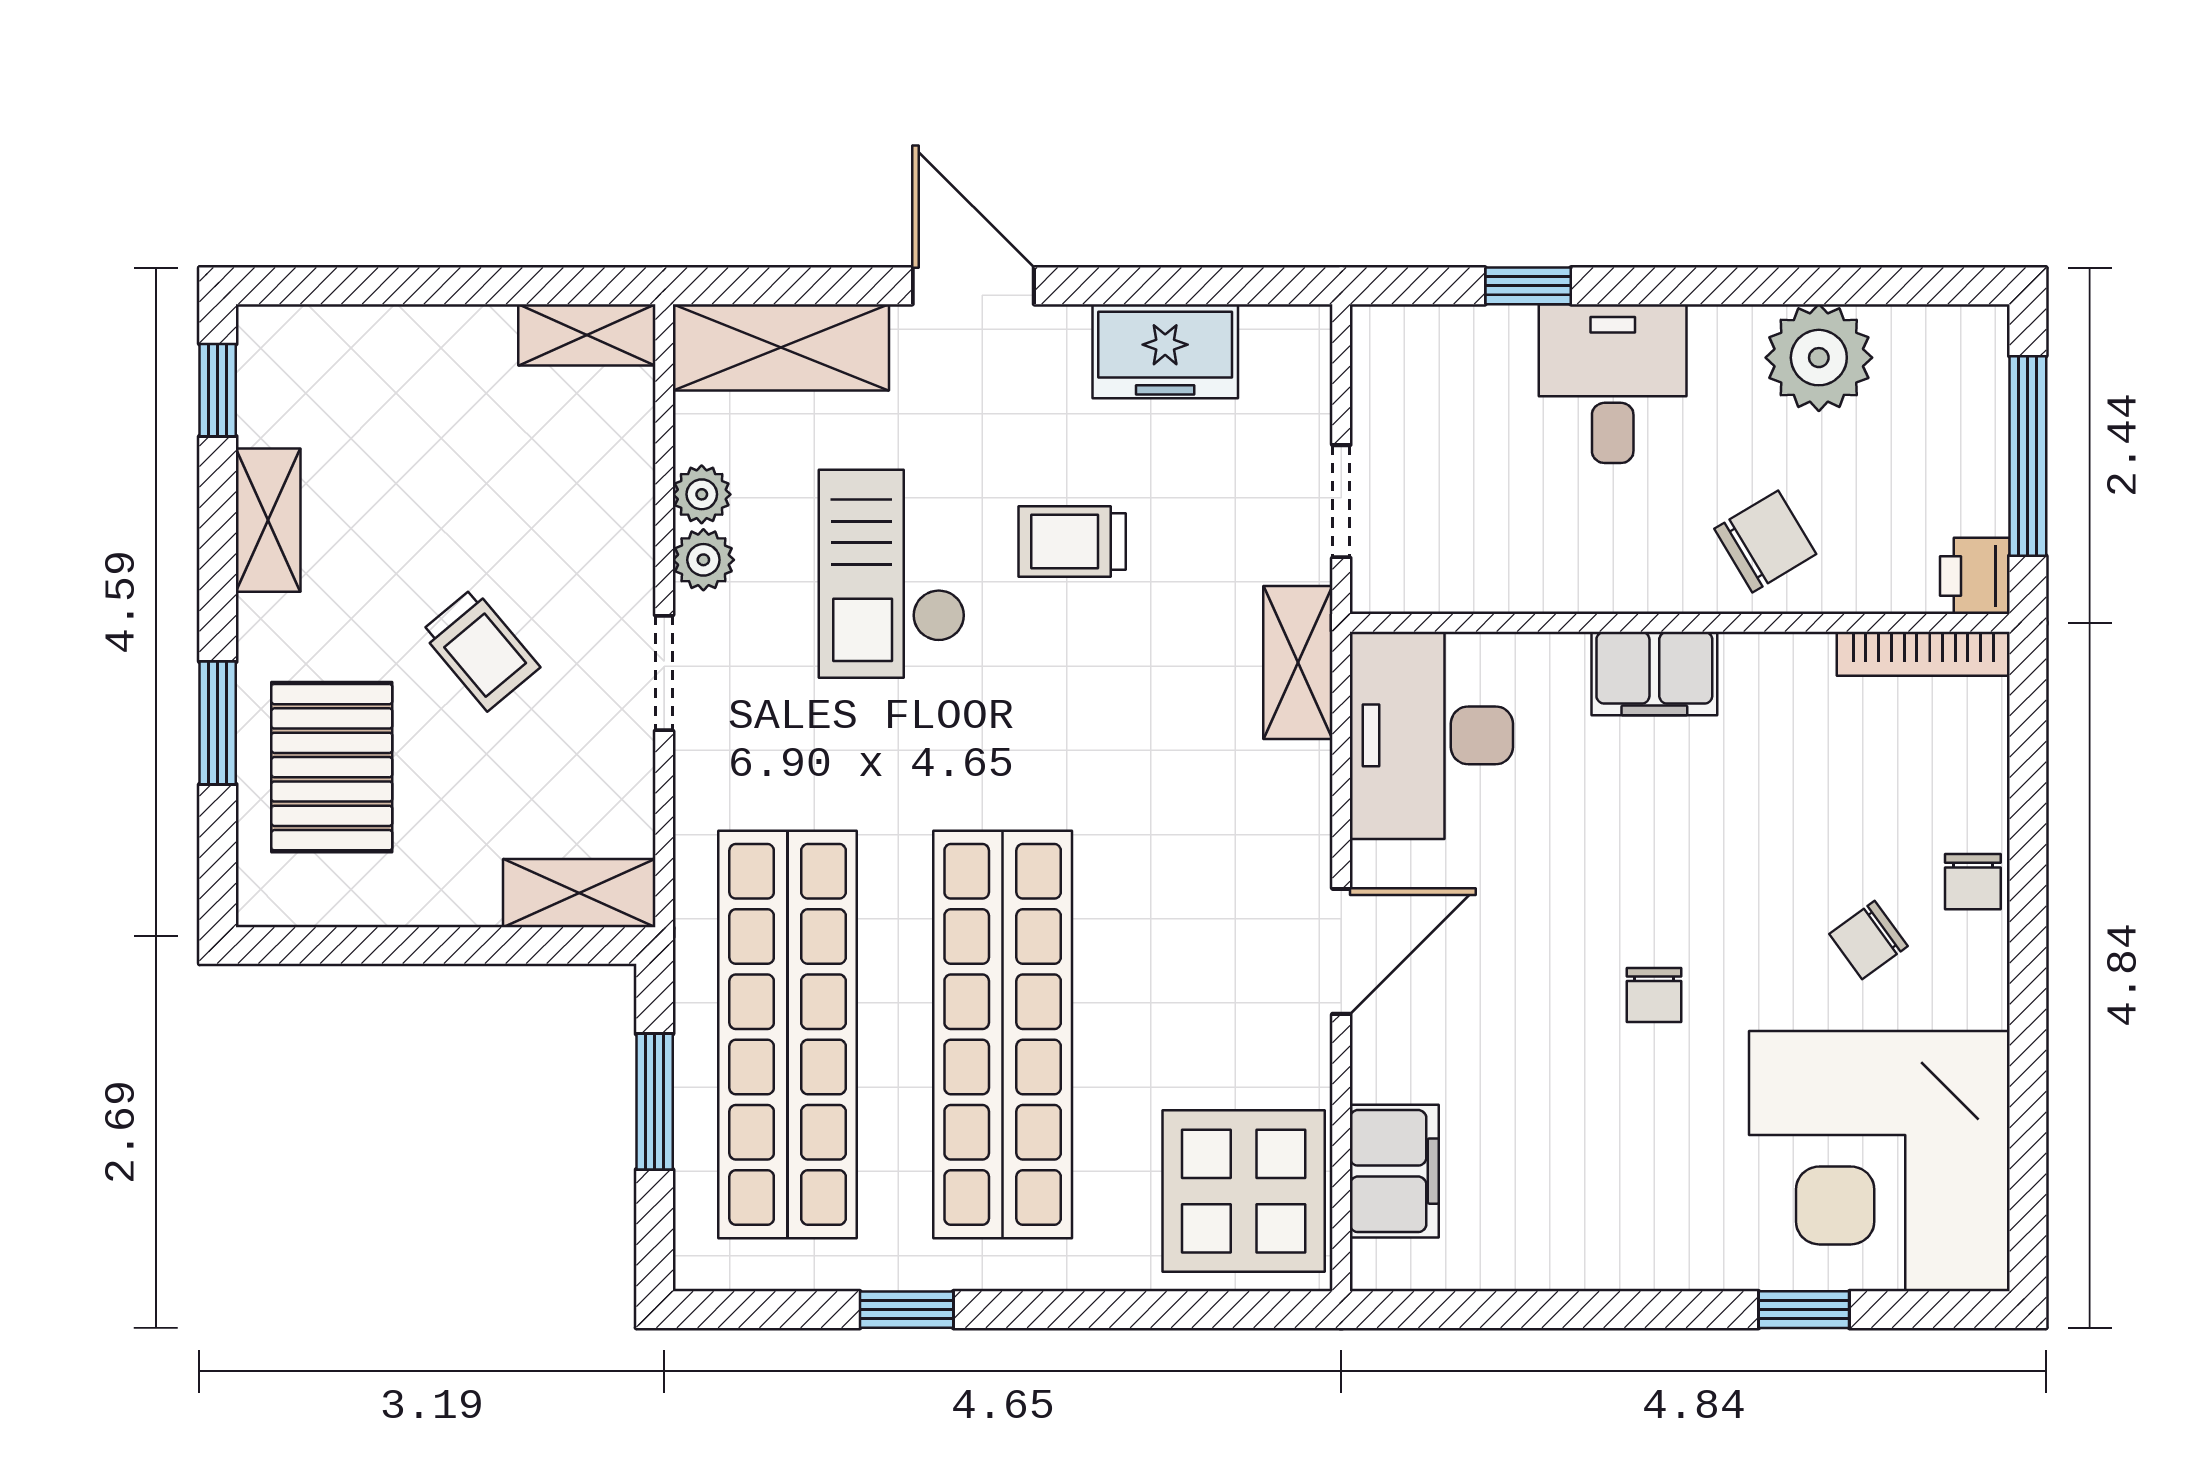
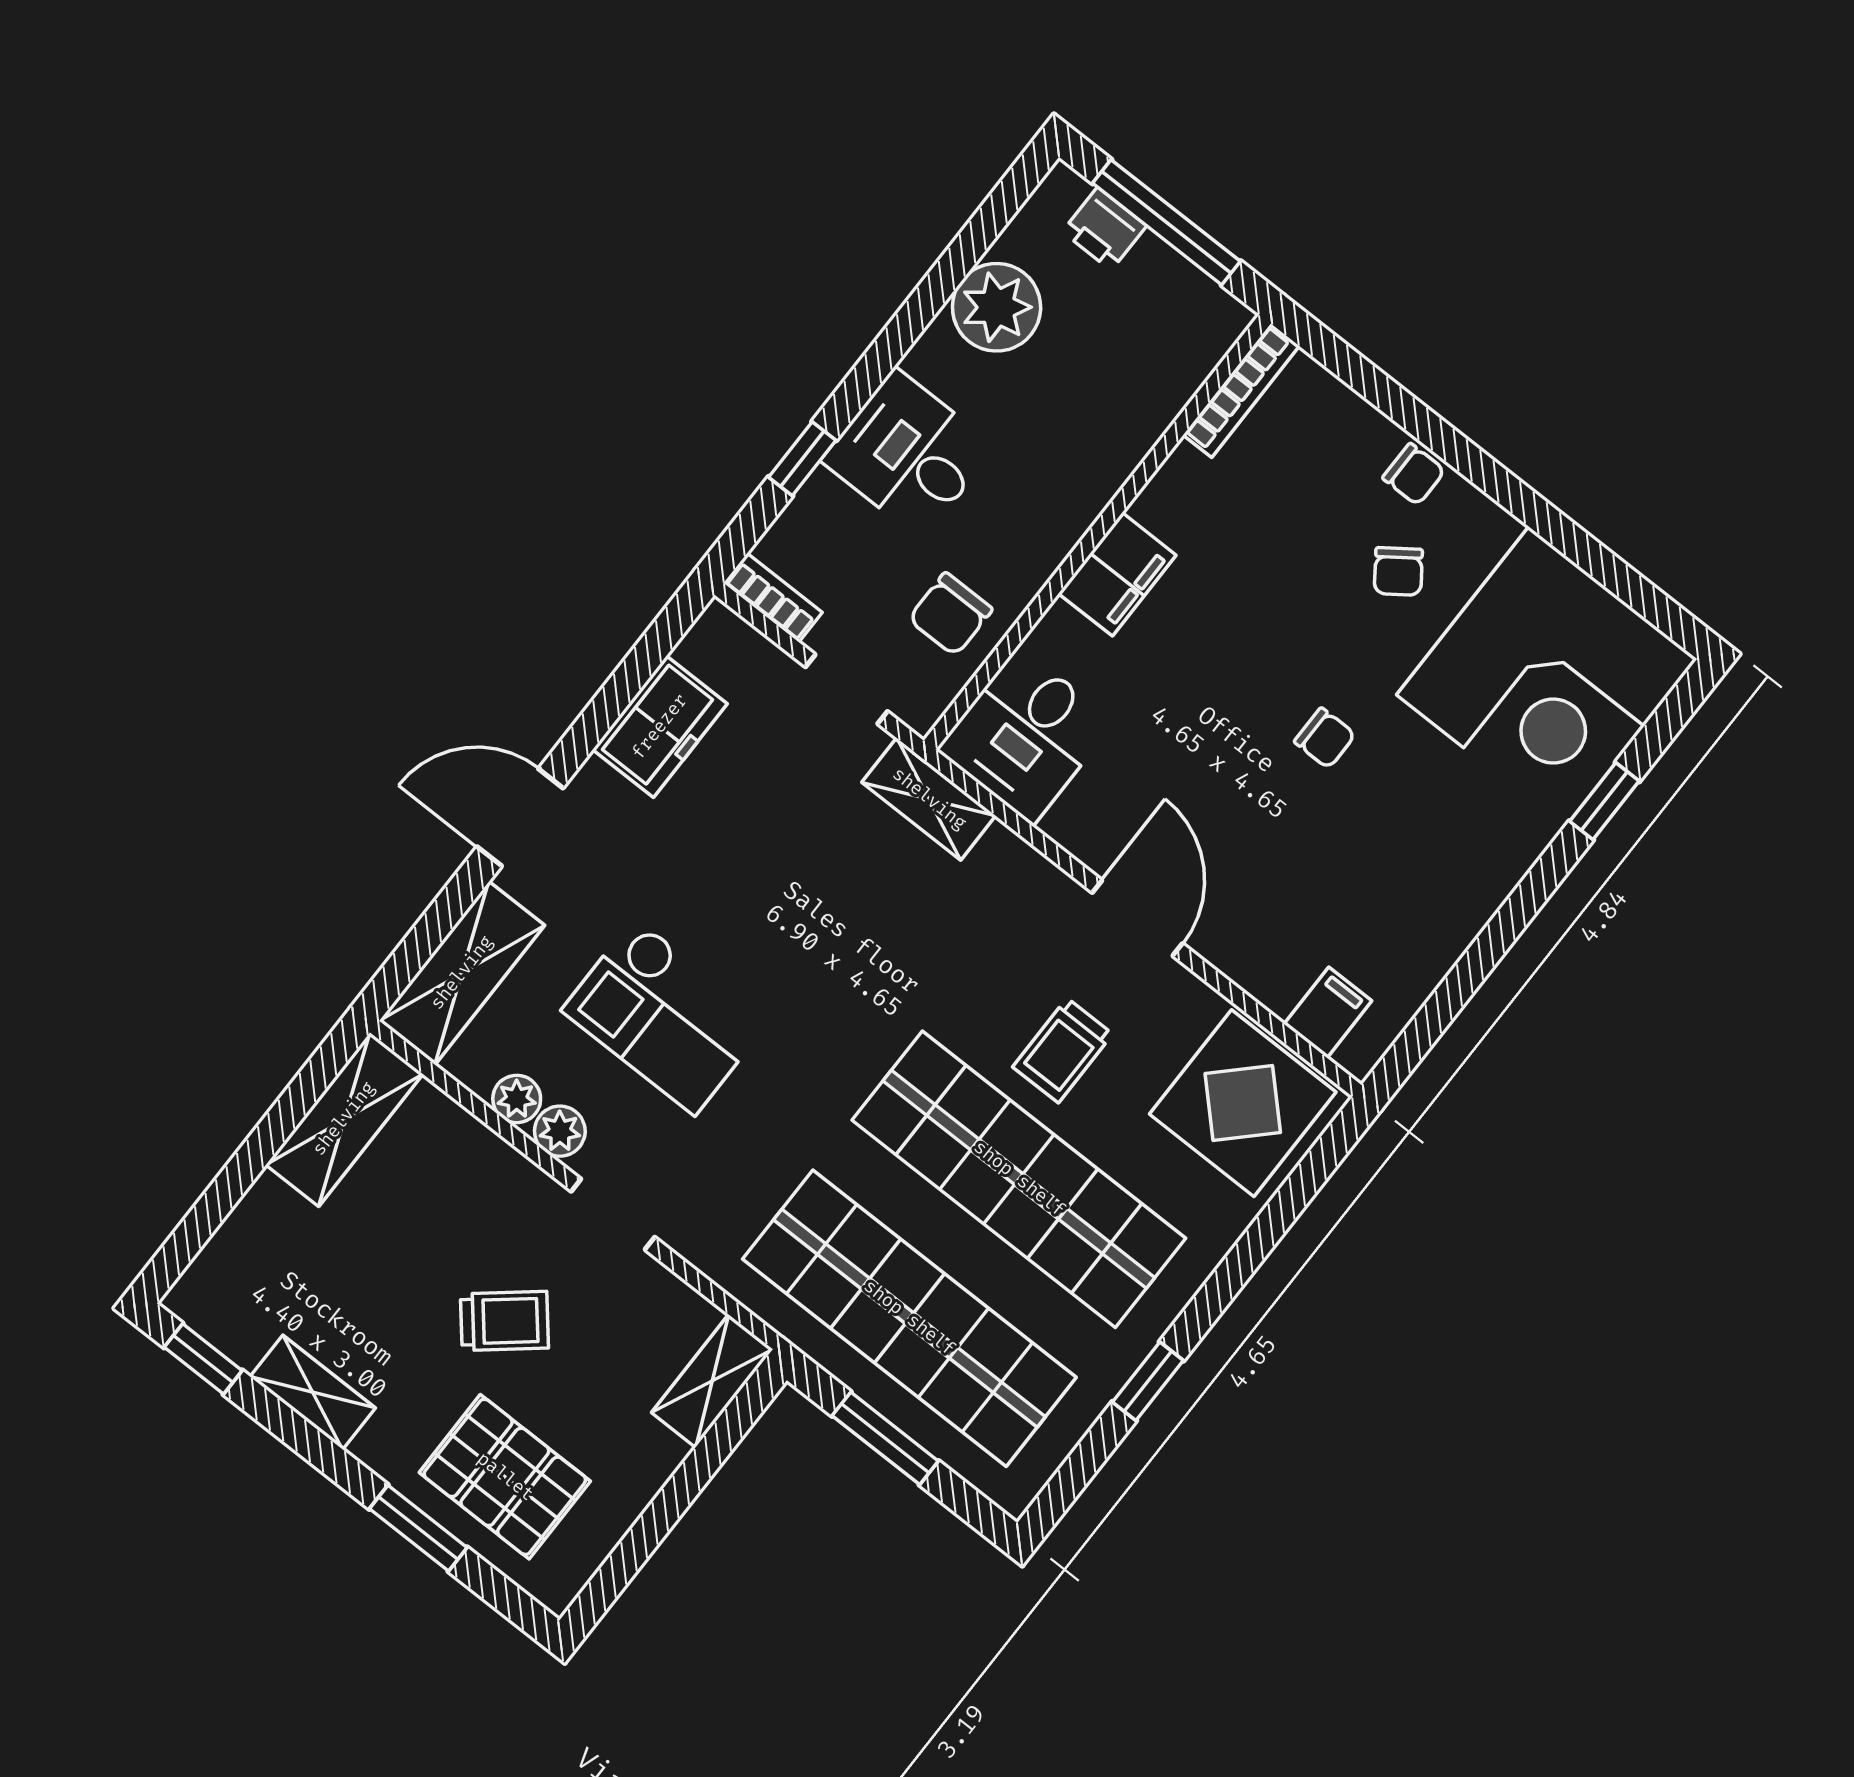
shelving: (587, 335) -> (344, 1119), width x1.50, depth x1.33
bookcase: (1373, 362) -> (773, 598), added
chair: (1765, 541) -> (950, 614), moved, turned -149
trolley: (1072, 542) -> (1063, 1050), moved
printer: (1975, 576) -> (1104, 229), moved
desk: (1431, 735) -> (1025, 736), width x0.73
filing cabinet: (1394, 1171) -> (1328, 1012), width x0.50

